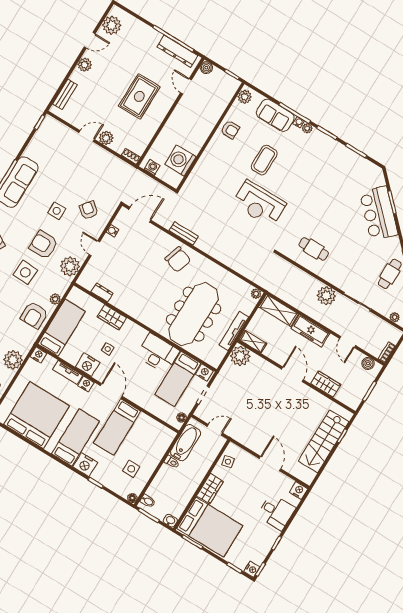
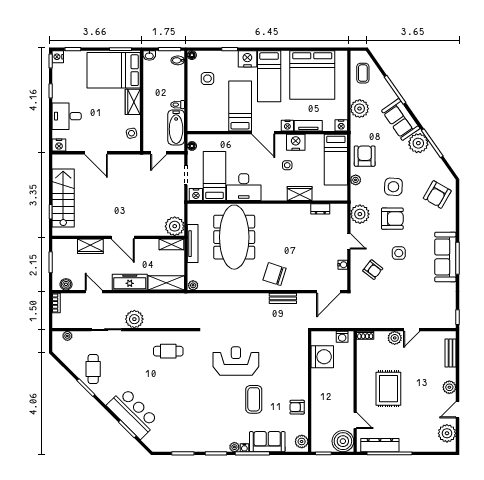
boiler: (206, 68) -> (343, 441), width x1.86, depth x1.86

